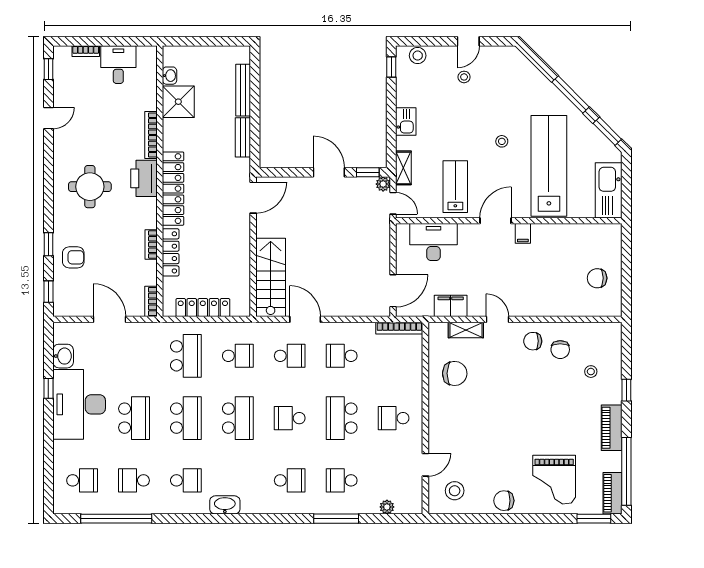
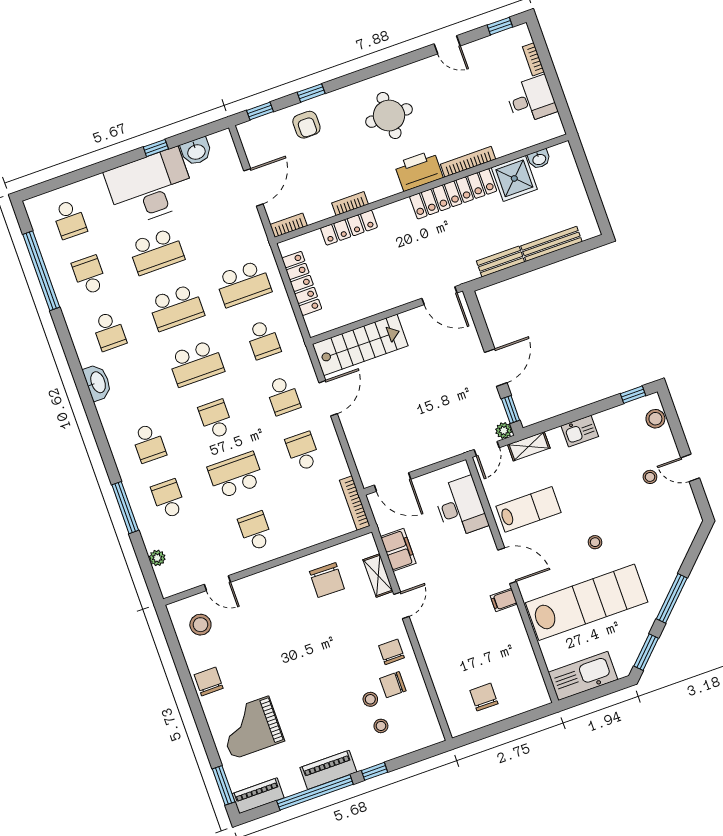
locker: (173, 189) -> (453, 194), moved
stool: (566, 372) -> (370, 699), added
window: (626, 471) -> (315, 792), moved

